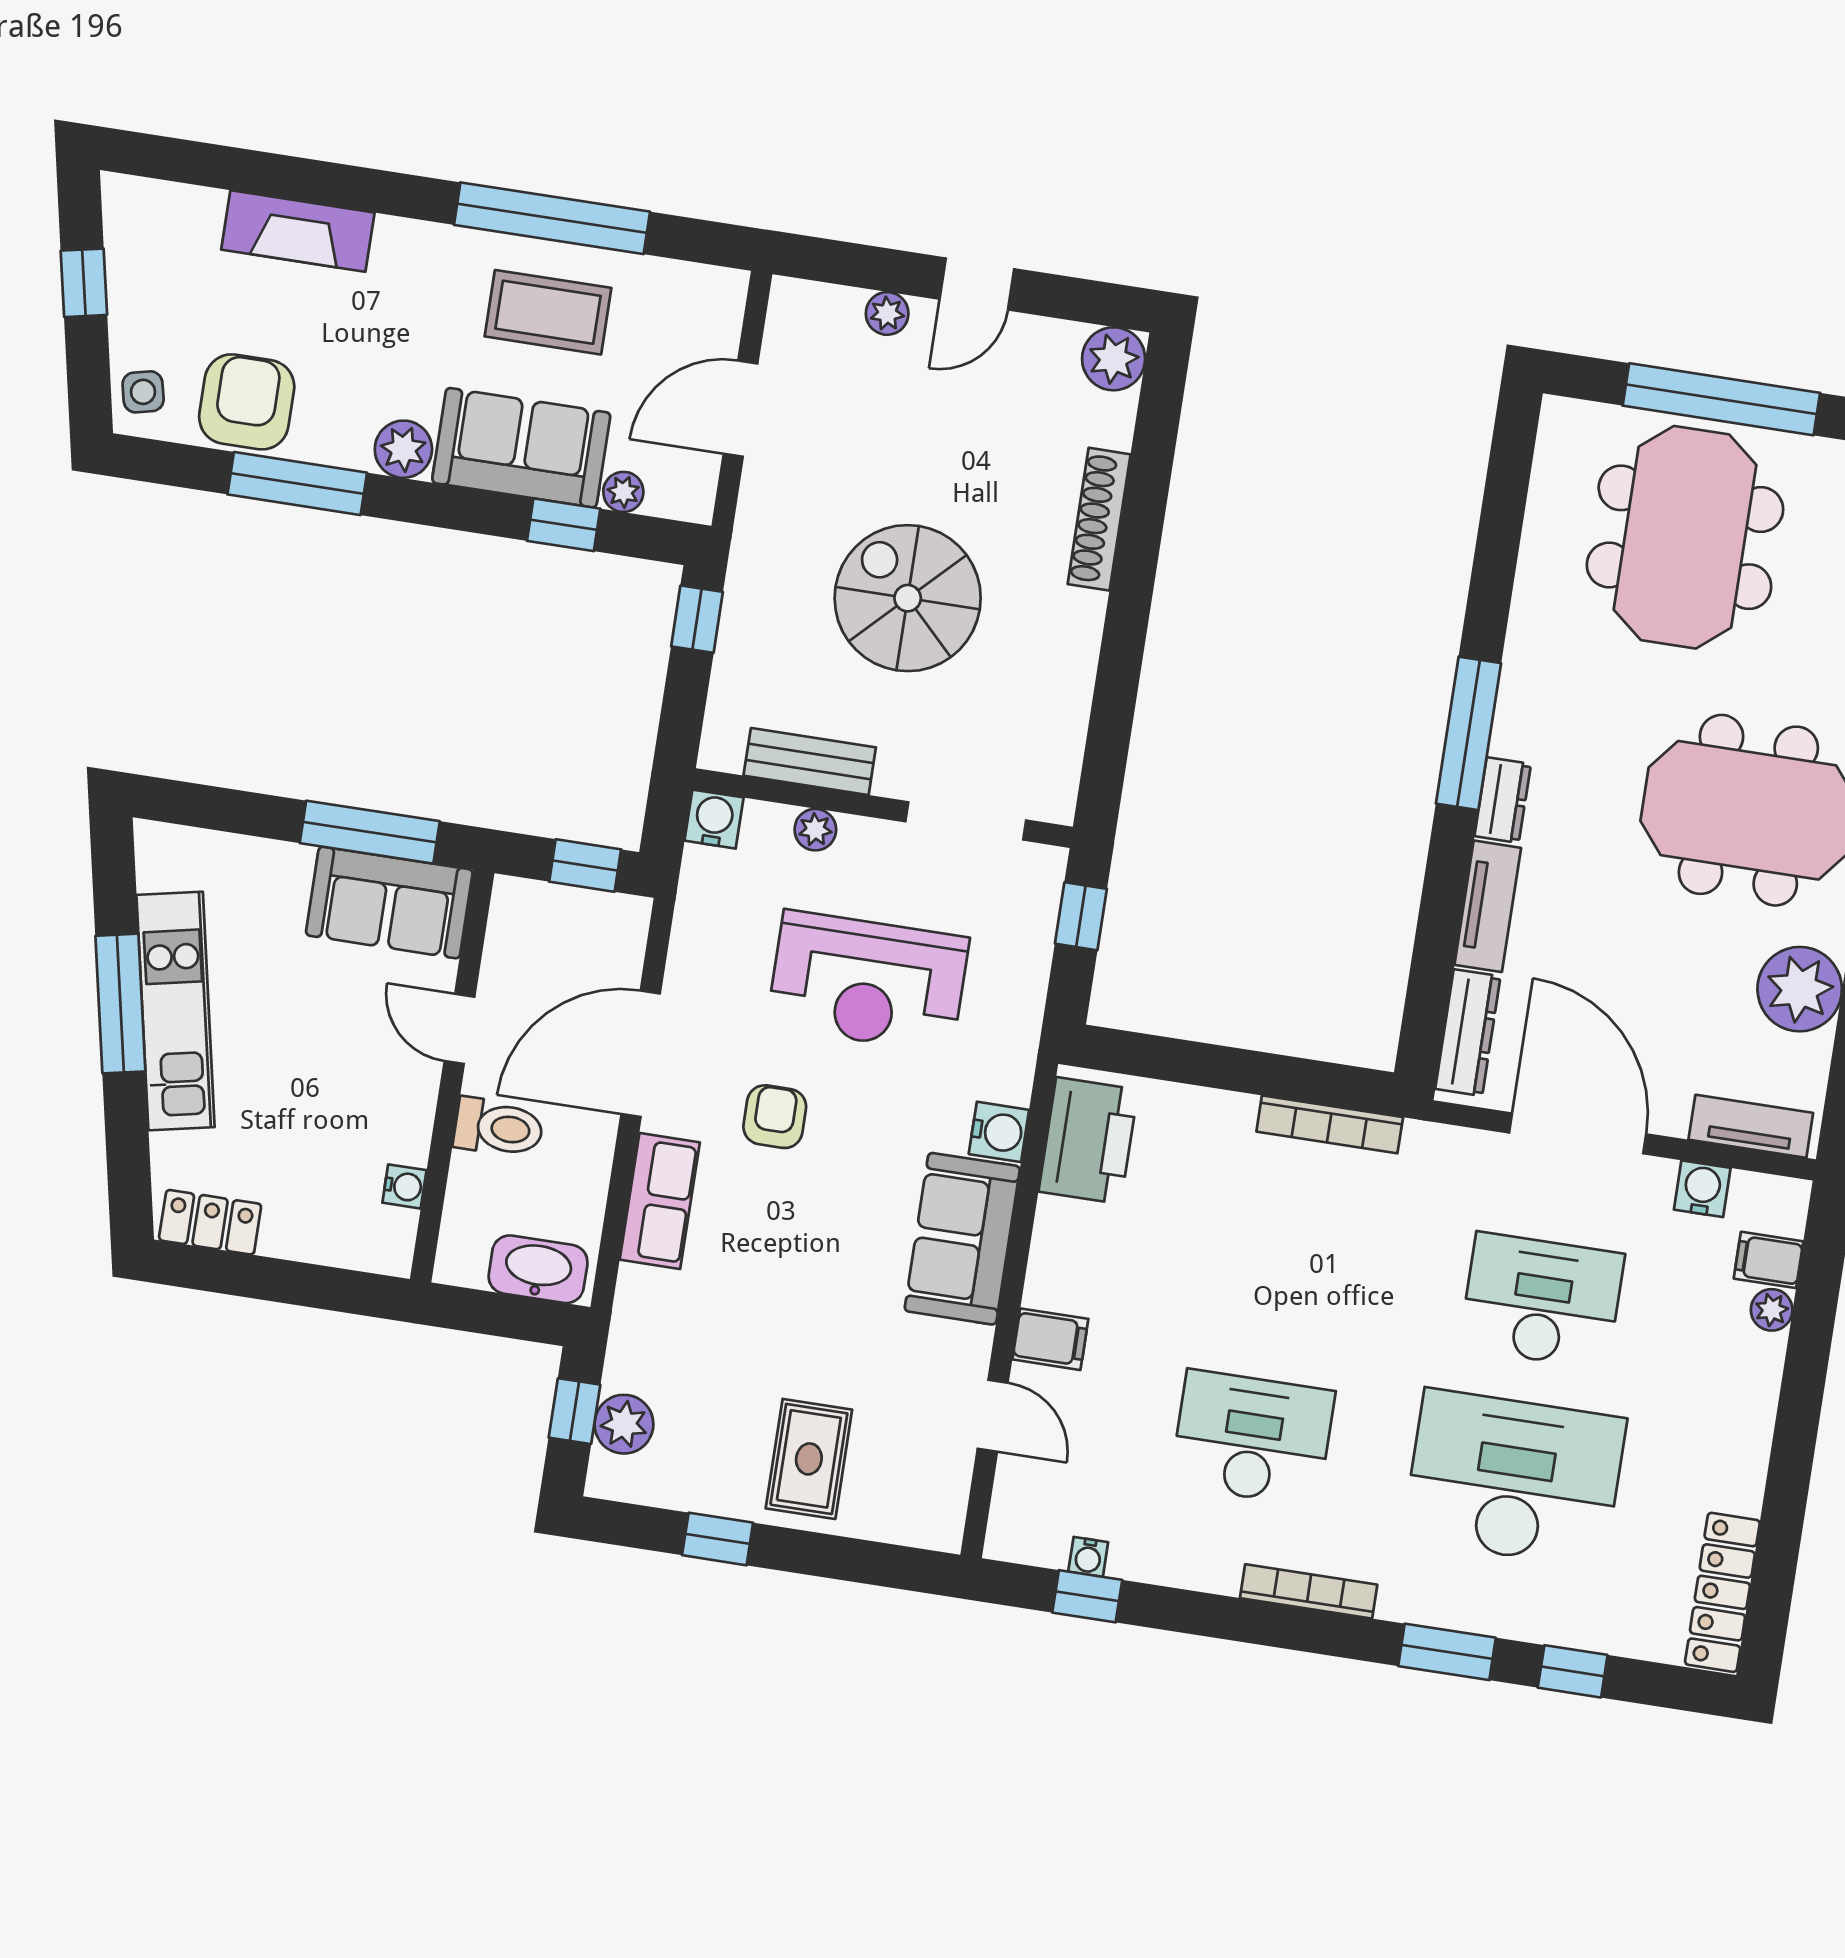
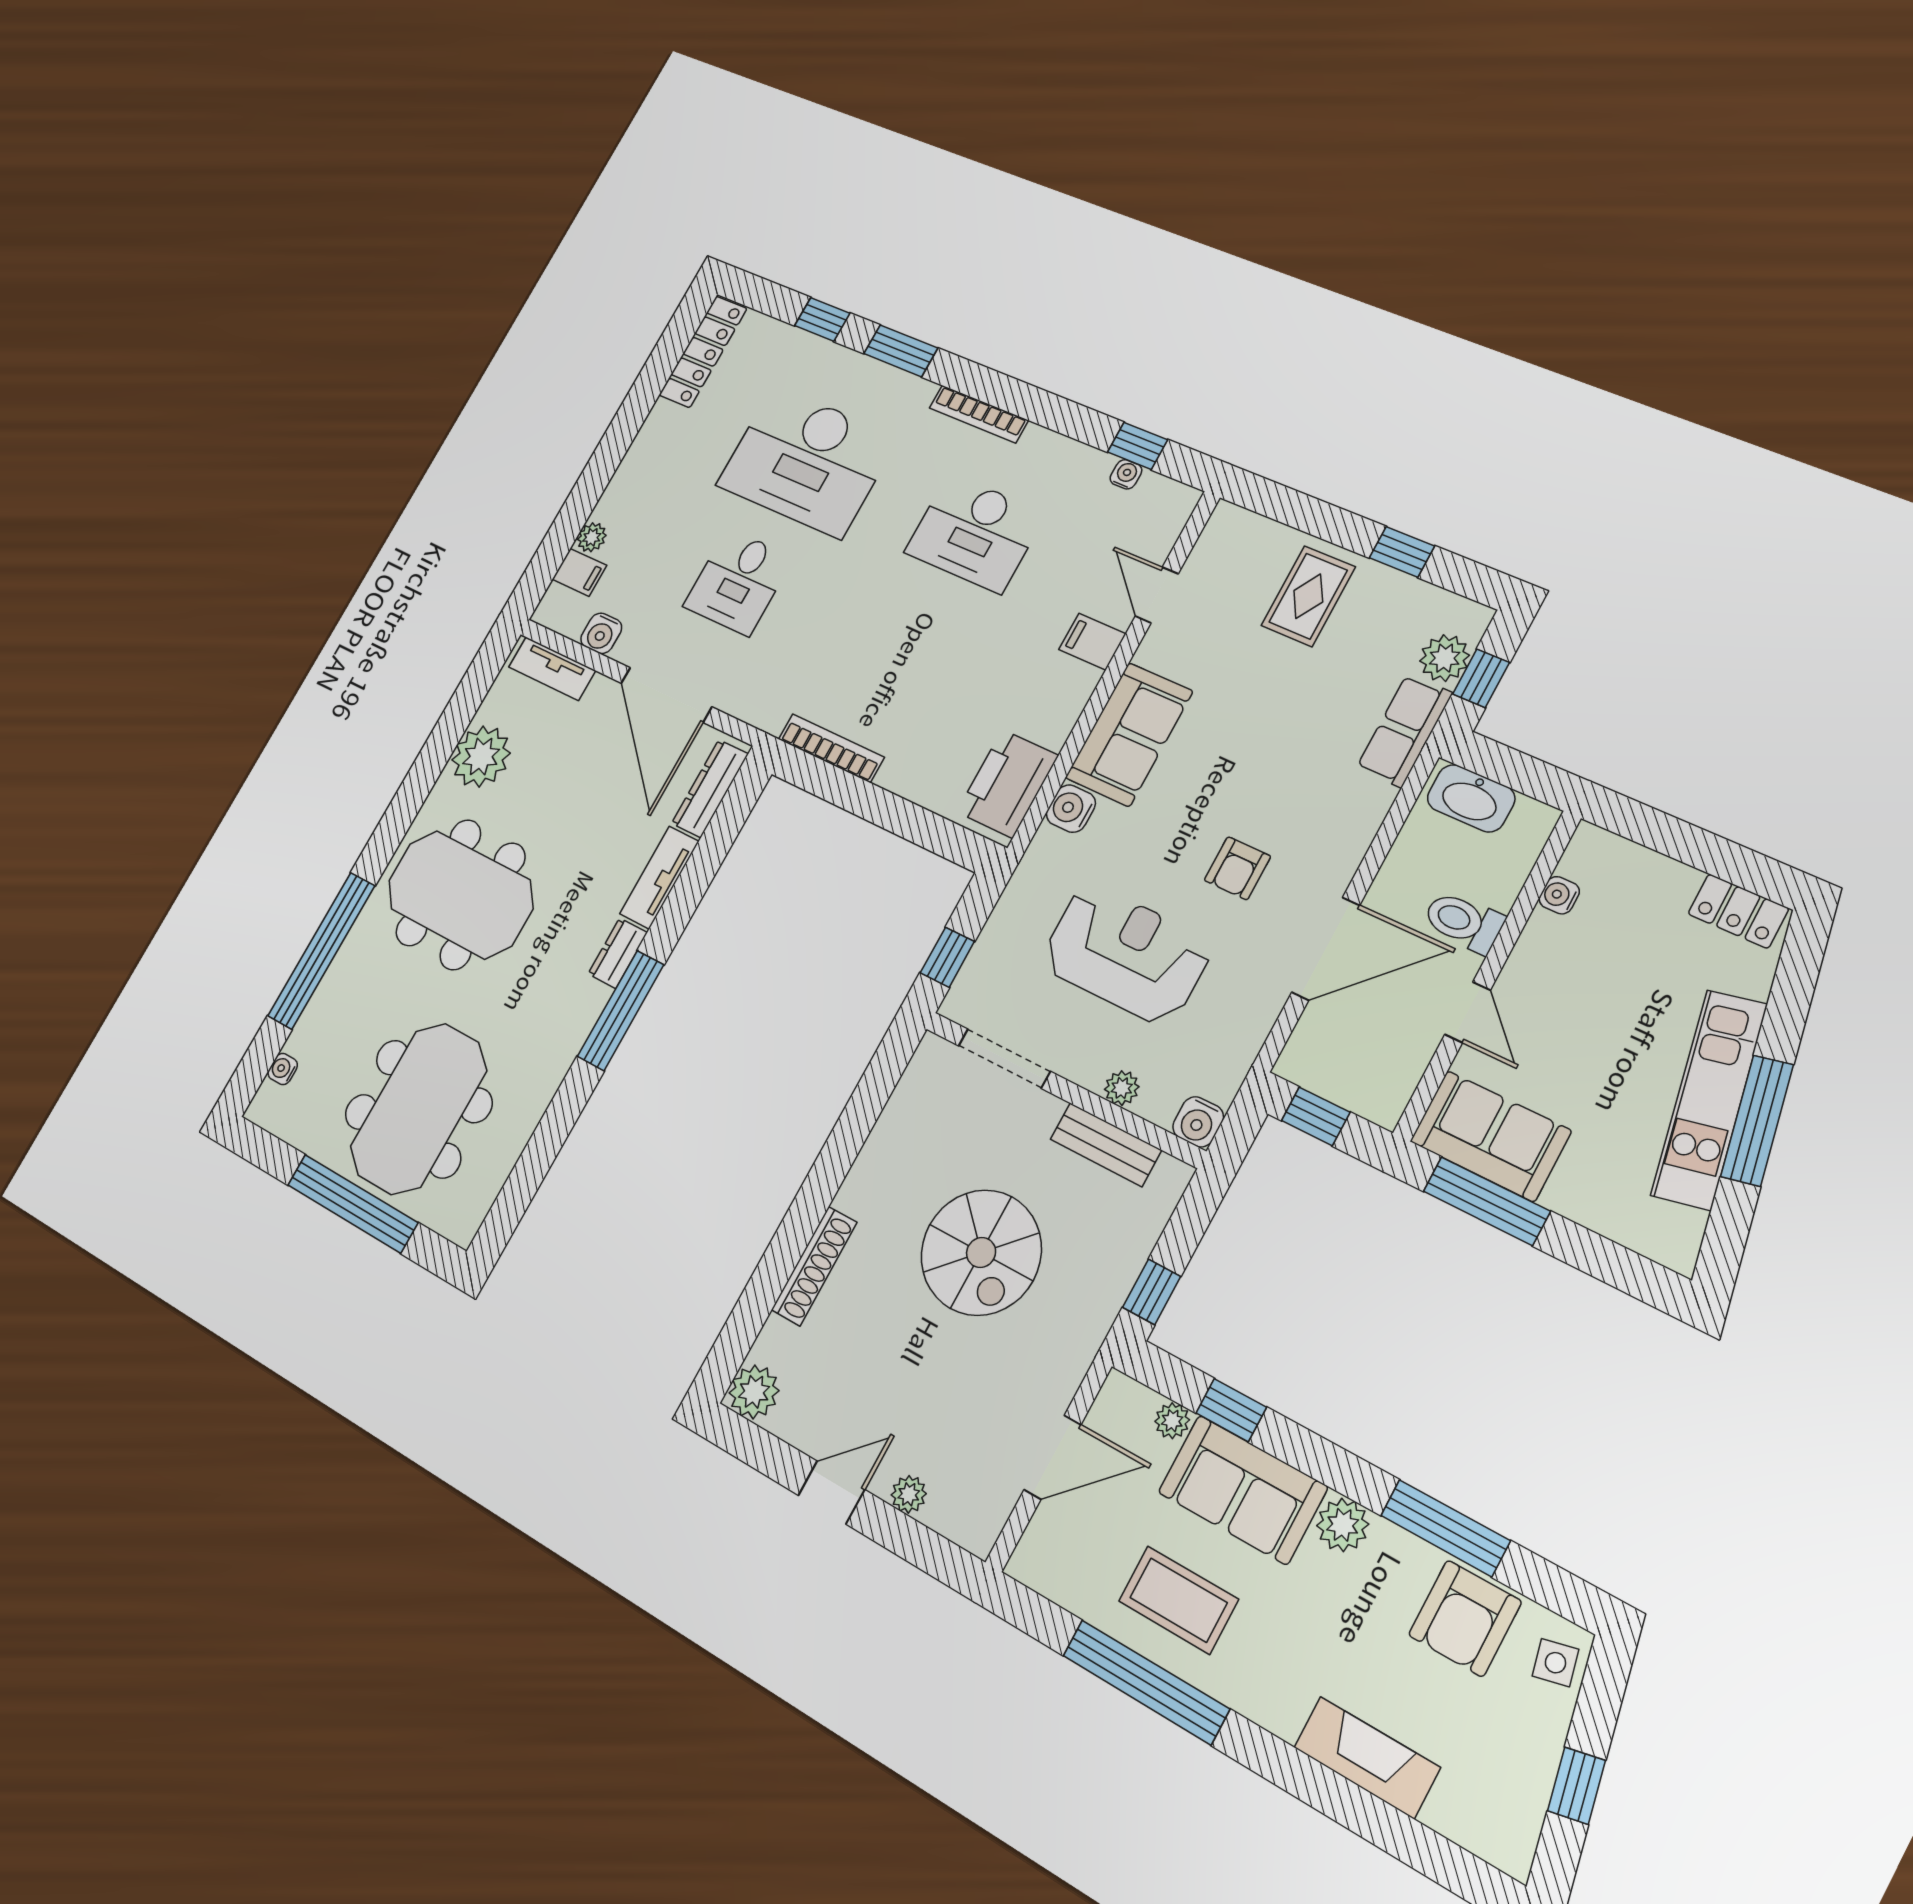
row of seats: (660, 1201) -> (1404, 731), moved
desk: (1542, 1301) -> (738, 582), width x0.73

